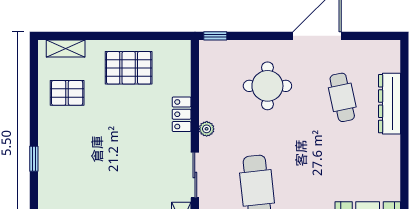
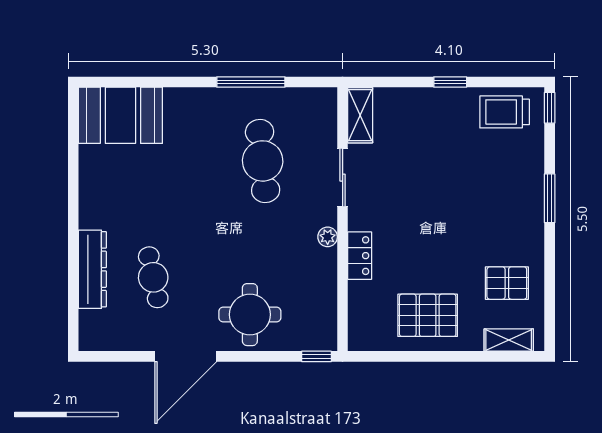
round table: (267, 86) -> (250, 315), moved
window: (34, 159) -> (550, 198), width x1.50

